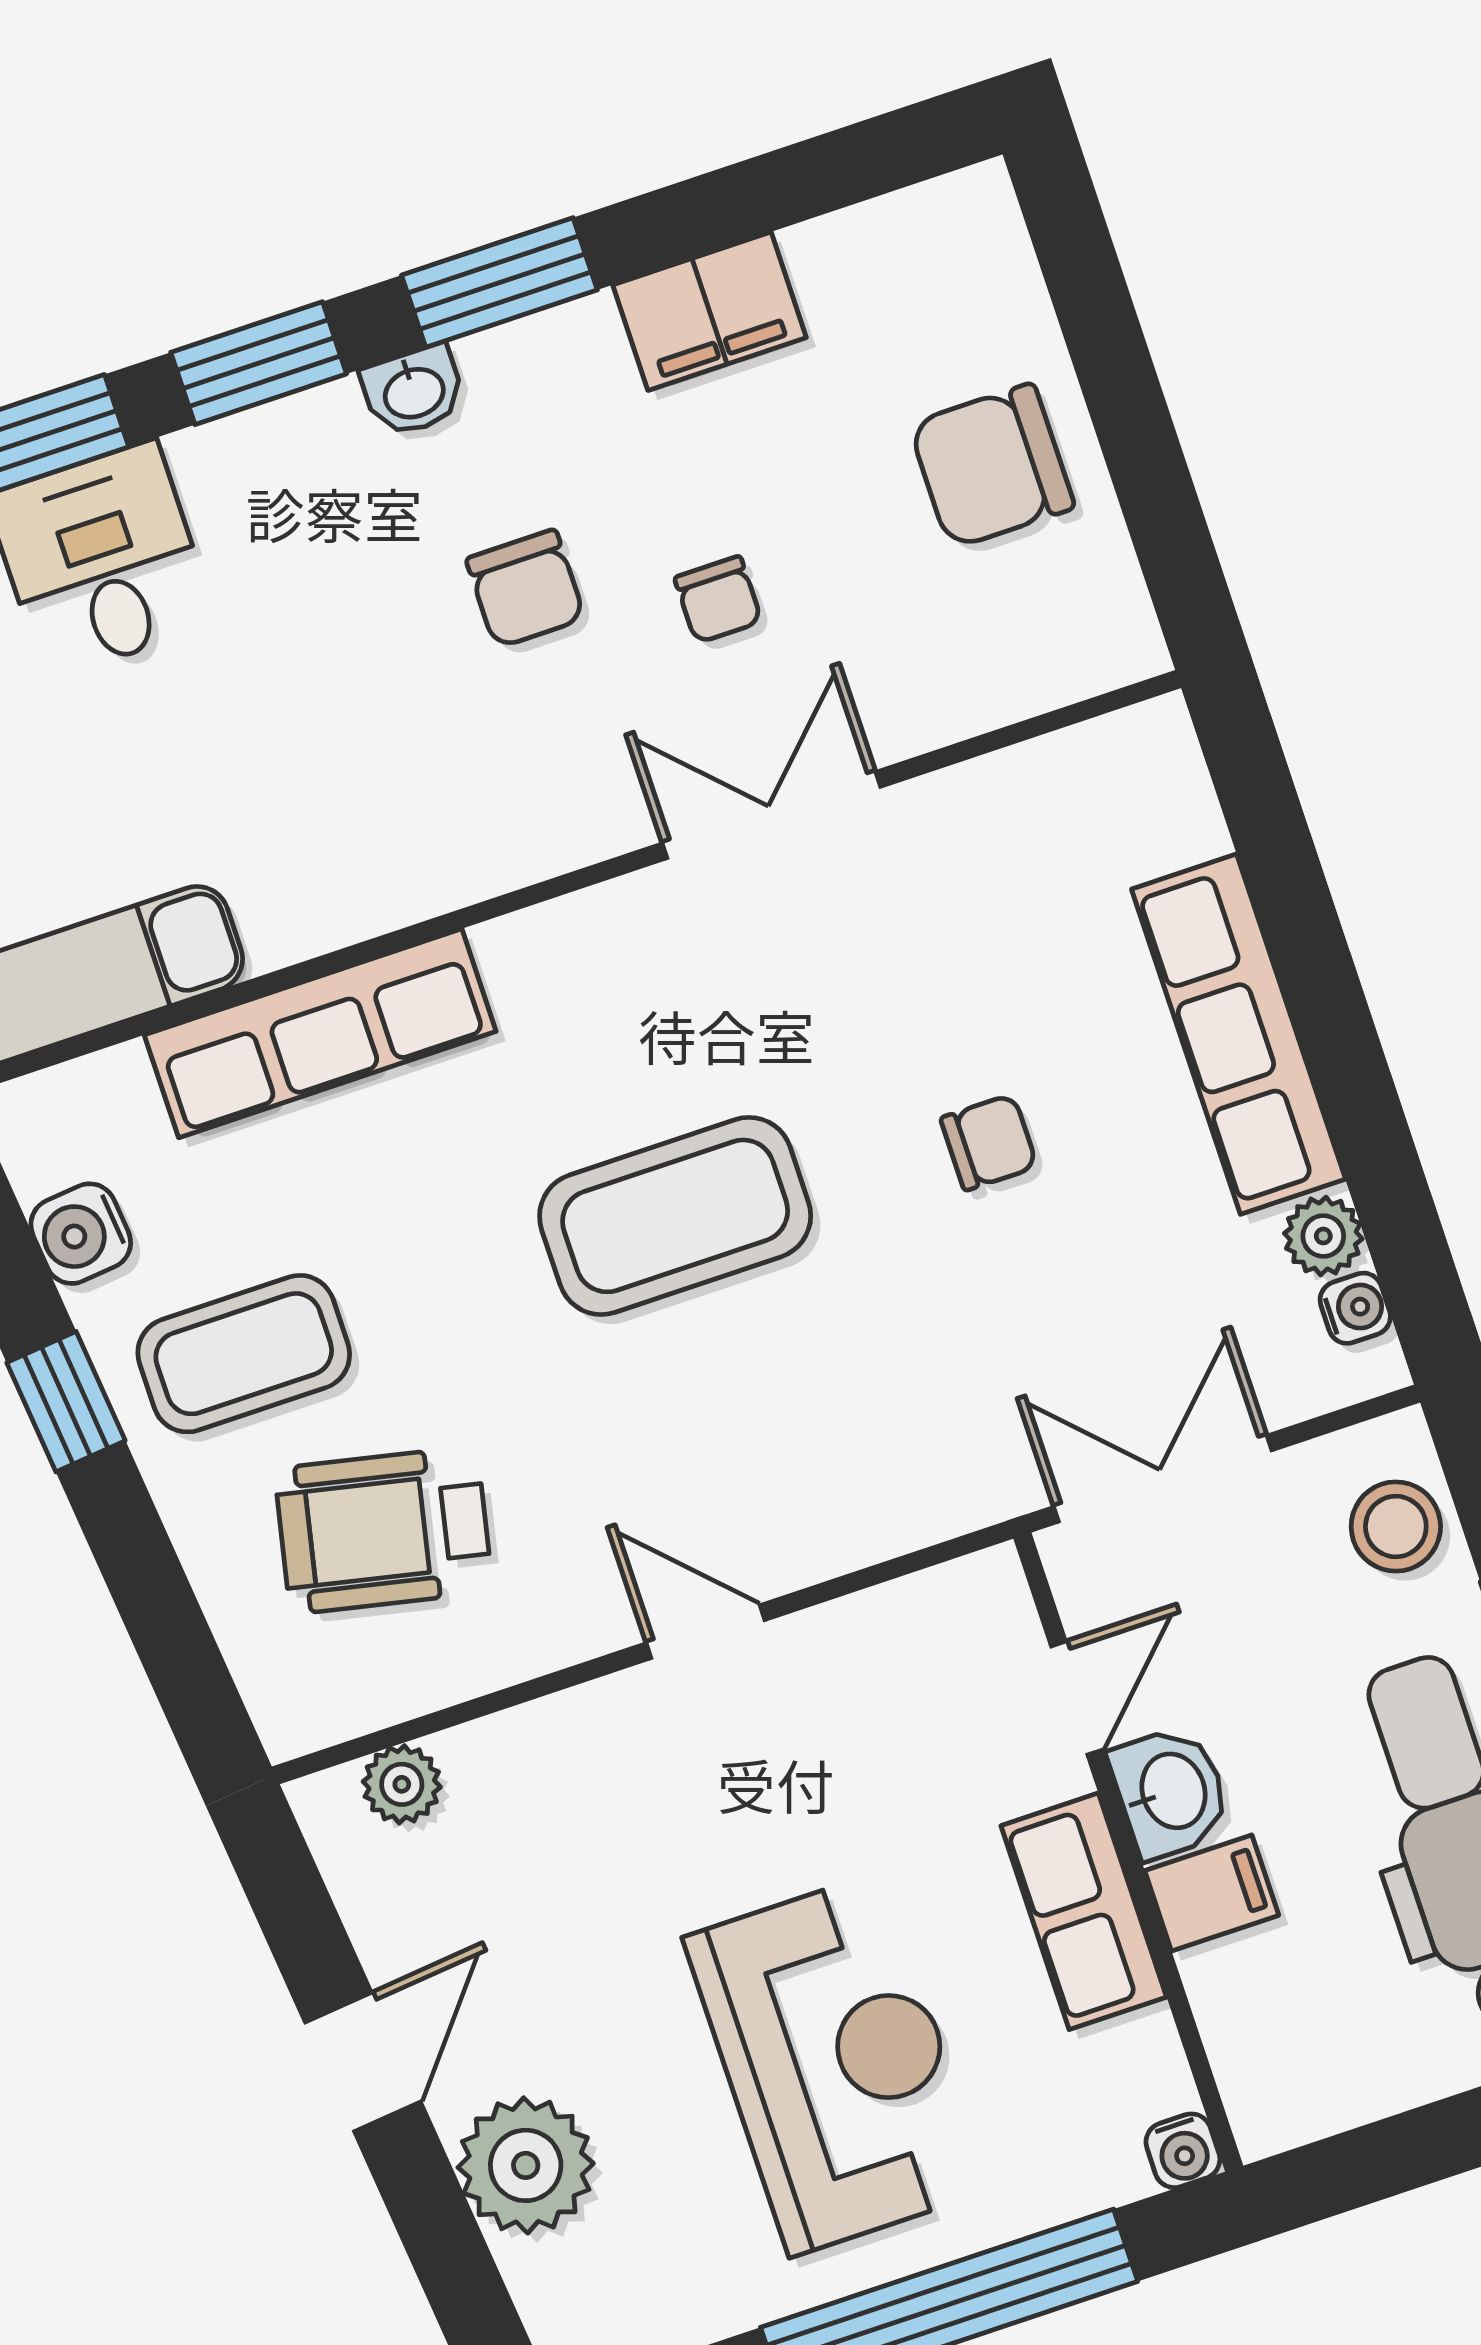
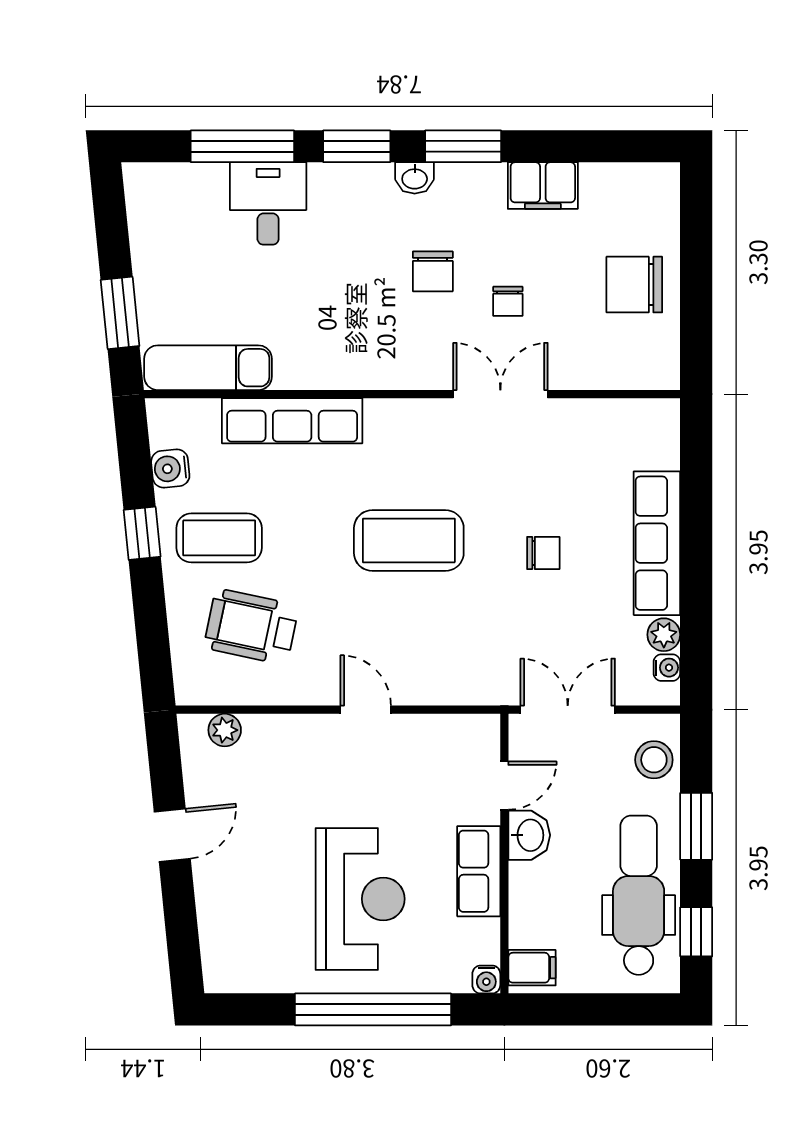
filing cabinet: (1212, 1893) -> (532, 968), moved
plant: (526, 2165) -> (223, 898), removed

